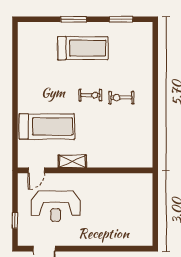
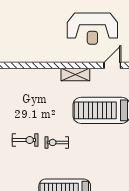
reception desk: (56, 206) -> (92, 29), turned 180

